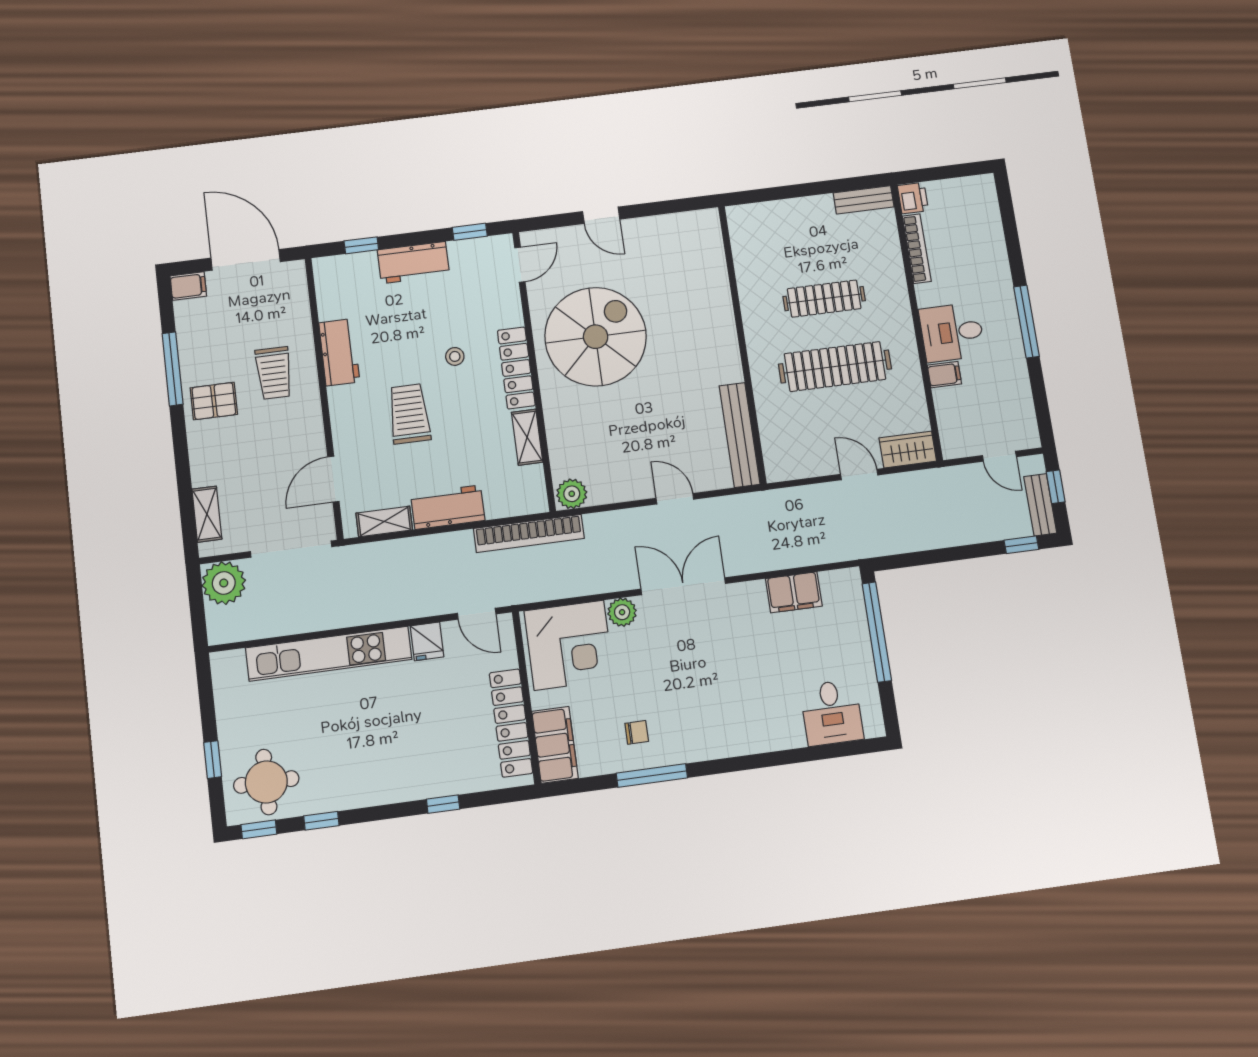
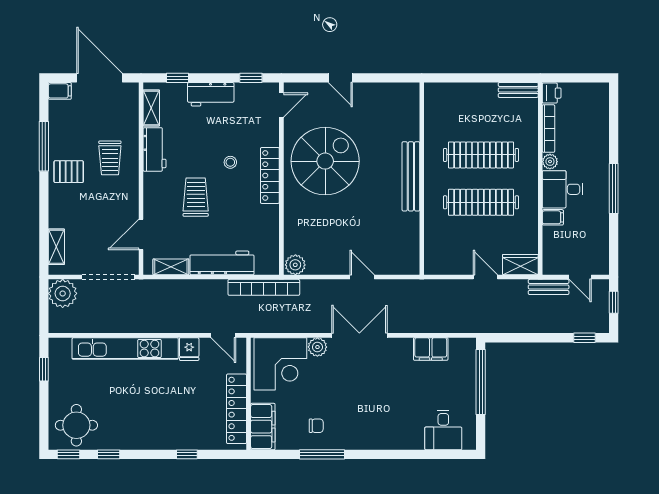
plant: (927, 295) -> (550, 162), added
clothes rail: (824, 299) -> (481, 155), width x1.37, depth x1.31
bench: (740, 435) -> (411, 176), moved
shelving: (527, 437) -> (151, 108), moved
bench: (1040, 505) -> (549, 287), moved, turned 90
workbench: (448, 507) -> (222, 263), width x1.38
window: (213, 760) -> (44, 369), moved

